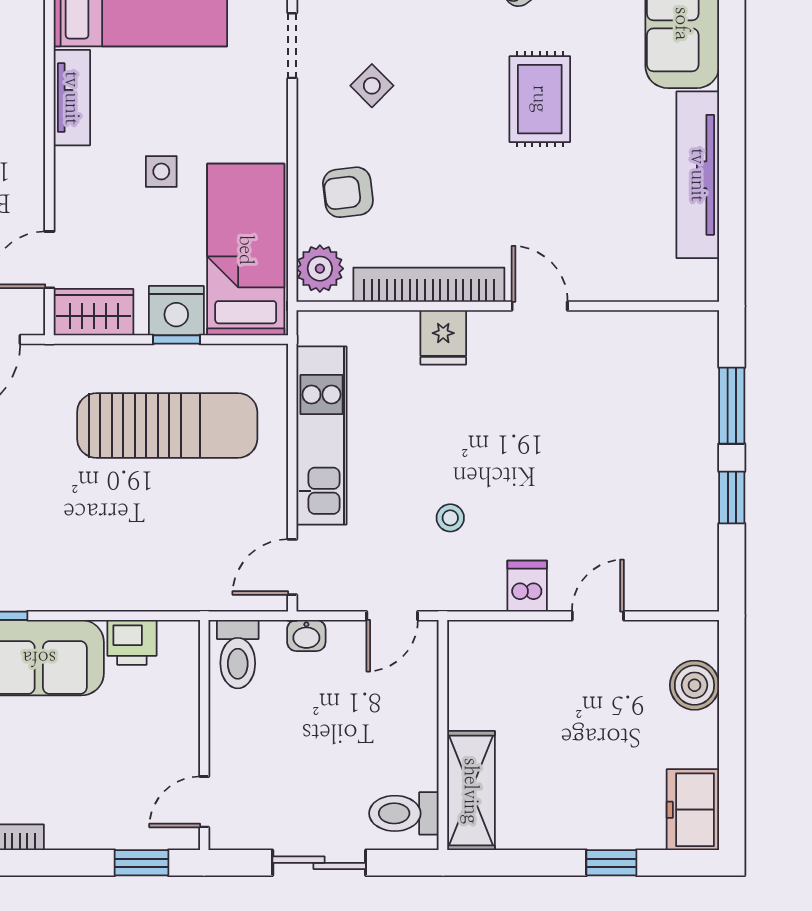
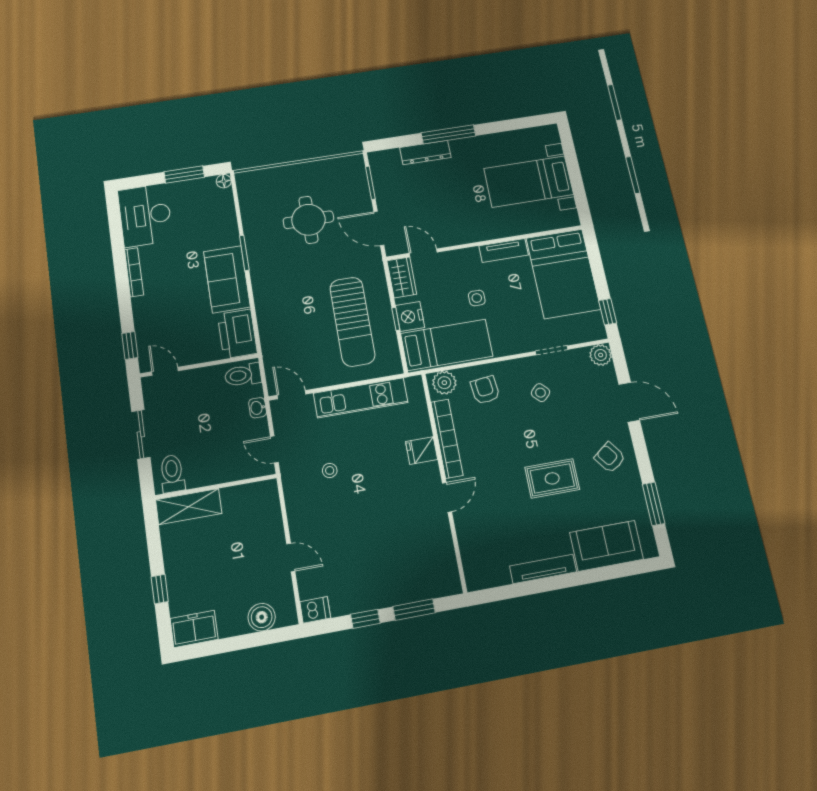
tv unit: (698, 175) -> (543, 569), width x0.73, depth x0.78
dishwasher: (527, 586) -> (315, 610), moved
printer: (132, 642) -> (237, 334), width x1.87, depth x1.48

